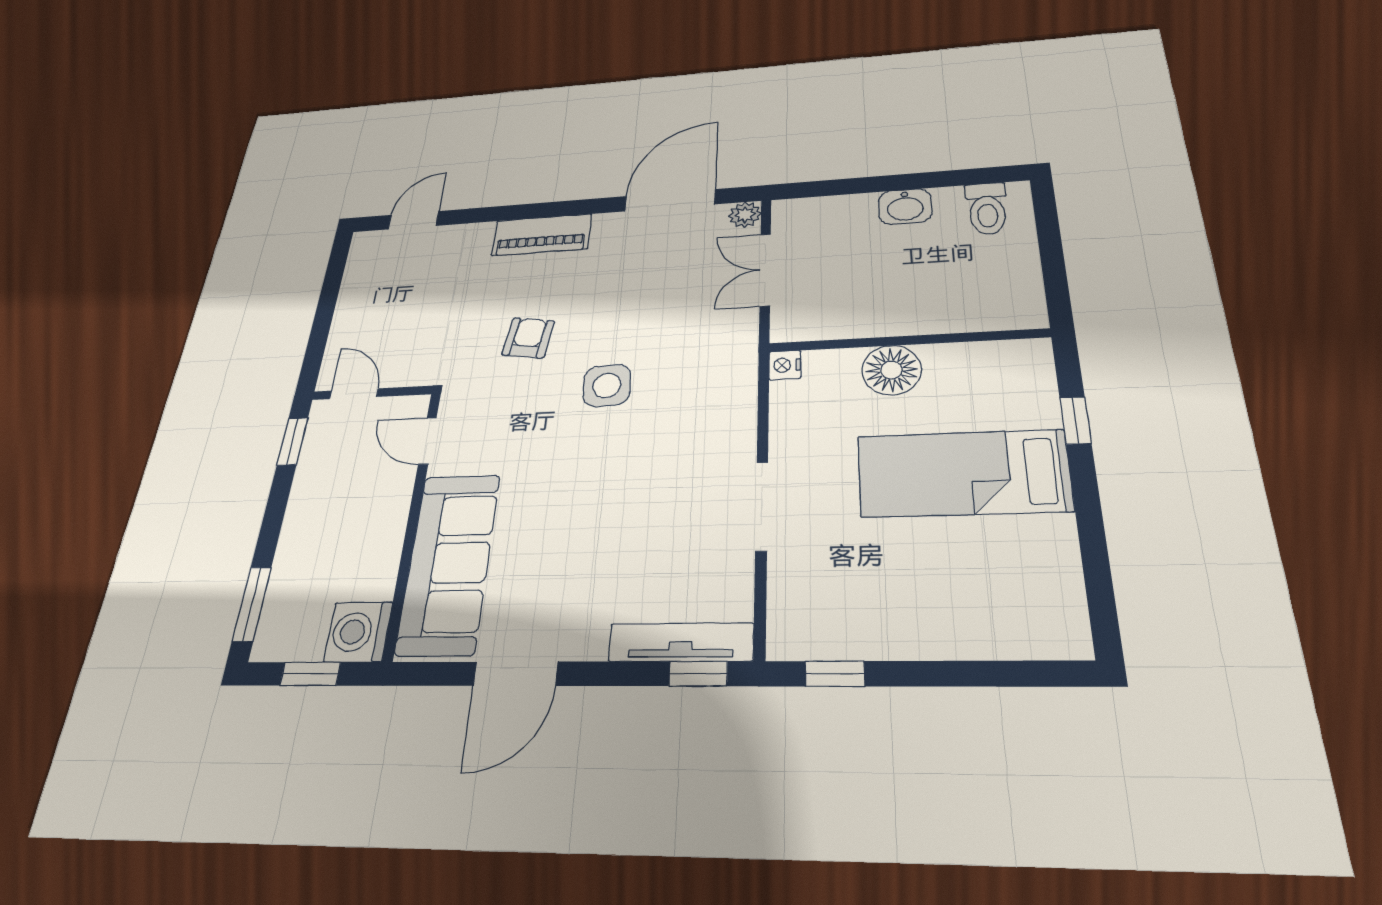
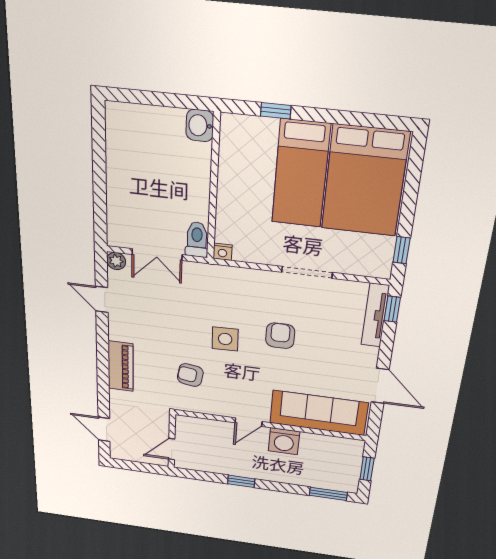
door: (670, 200) -> (102, 299), width x0.53
washbasin: (905, 207) -> (200, 125), moved, turned 180
toilet: (987, 209) -> (197, 240), moved, turned -90
floor lamp: (891, 370) -> (232, 199), removed
wall: (372, 393) -> (172, 441), moved
door: (354, 394) -> (172, 449), moved
armchair: (621, 475) -> (280, 336), added
bed: (971, 585) -> (365, 181), added
washing machine: (358, 632) -> (284, 441), moved

